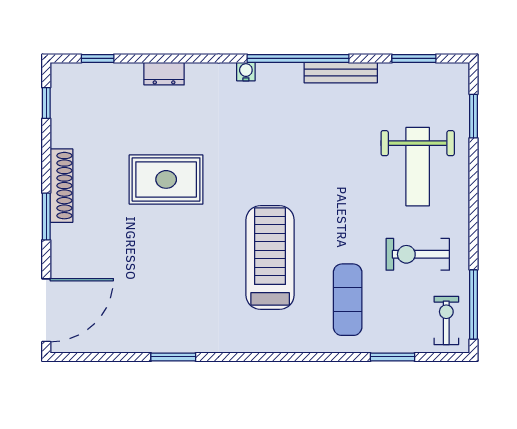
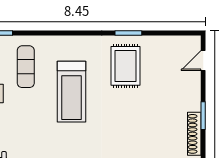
rug: (166, 179) -> (125, 66), moved, turned 90
door: (46, 310) -> (203, 61), width x0.53

